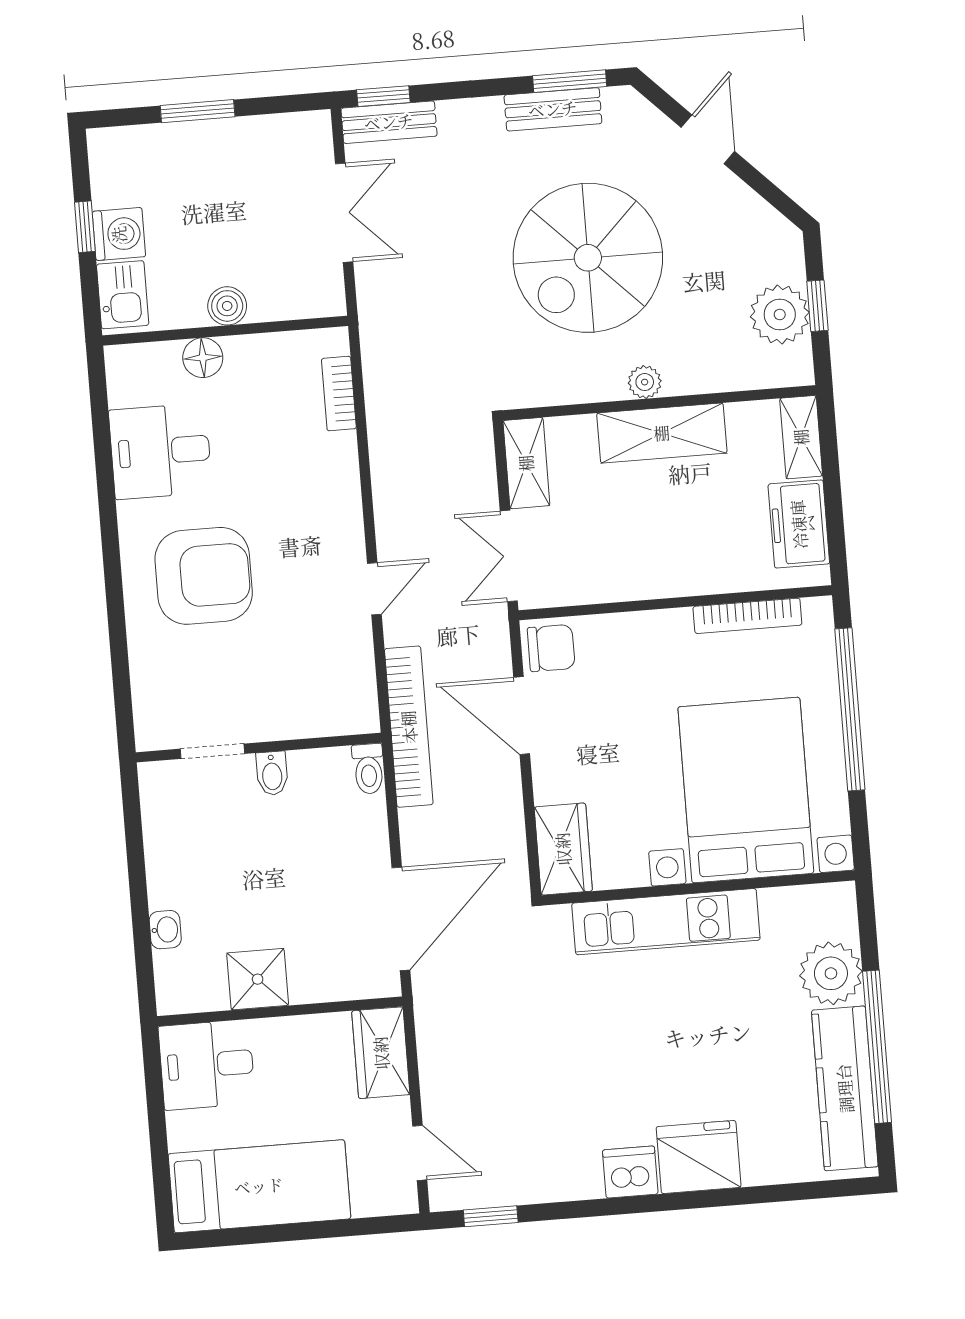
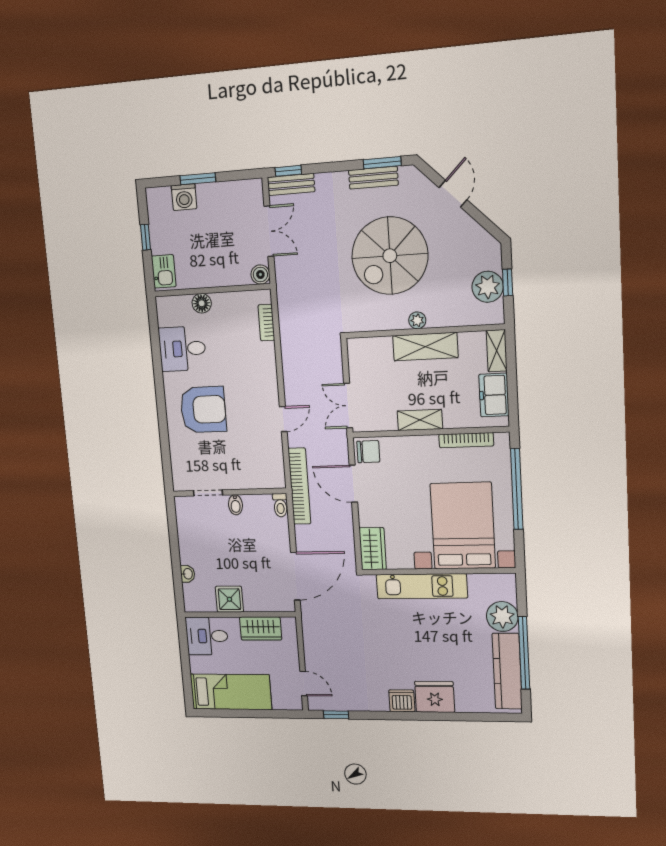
washing machine: (119, 234) -> (184, 197), moved, turned 90
boiler: (227, 306) -> (260, 275), moved
shelving: (526, 463) -> (420, 420), moved, turned 90
wardrobe: (381, 1053) -> (261, 628), moved, turned -90

